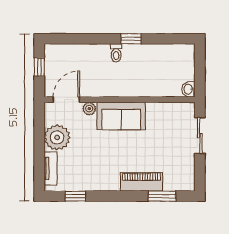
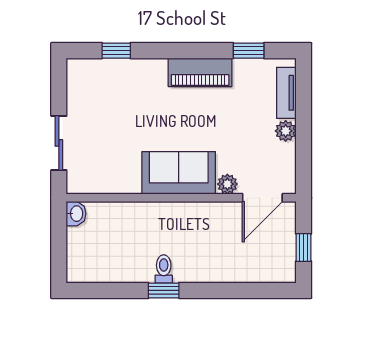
toilet: (116, 53) -> (164, 269), moved
plant: (57, 137) -> (286, 131), width x0.53, depth x0.53
piano: (141, 182) -> (200, 72), moved
window: (162, 196) -> (116, 51), width x0.67

